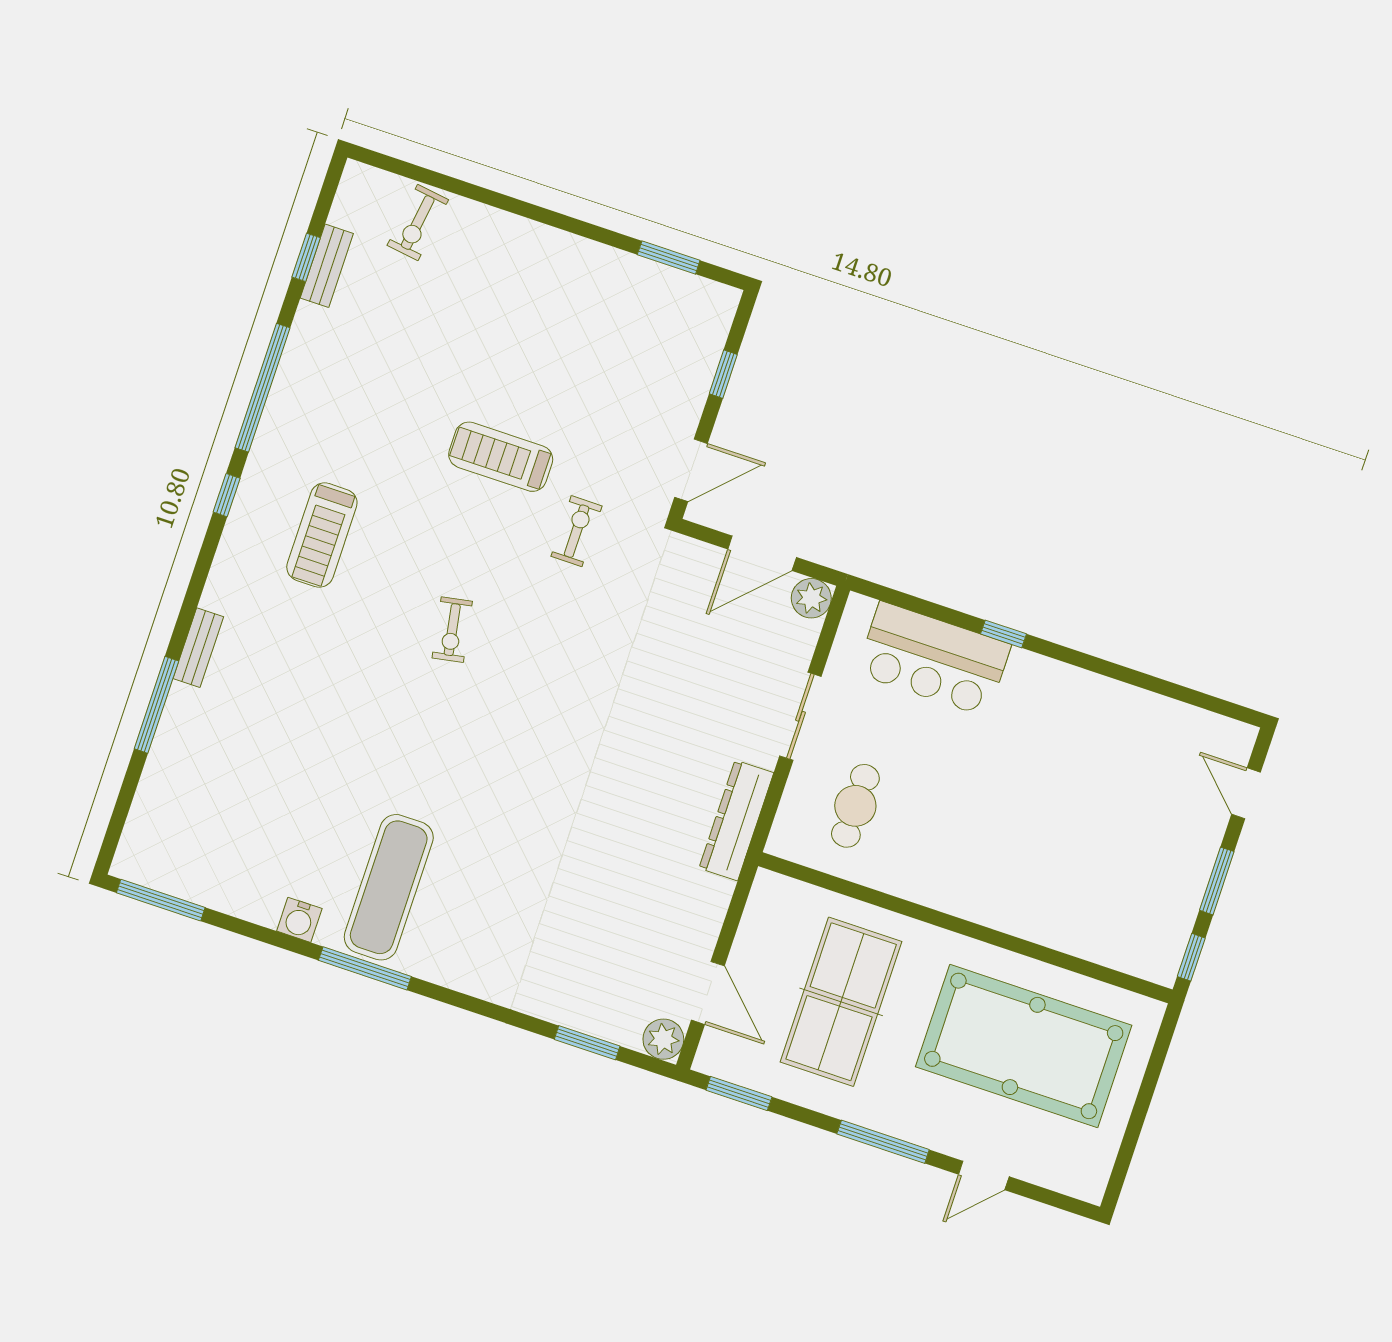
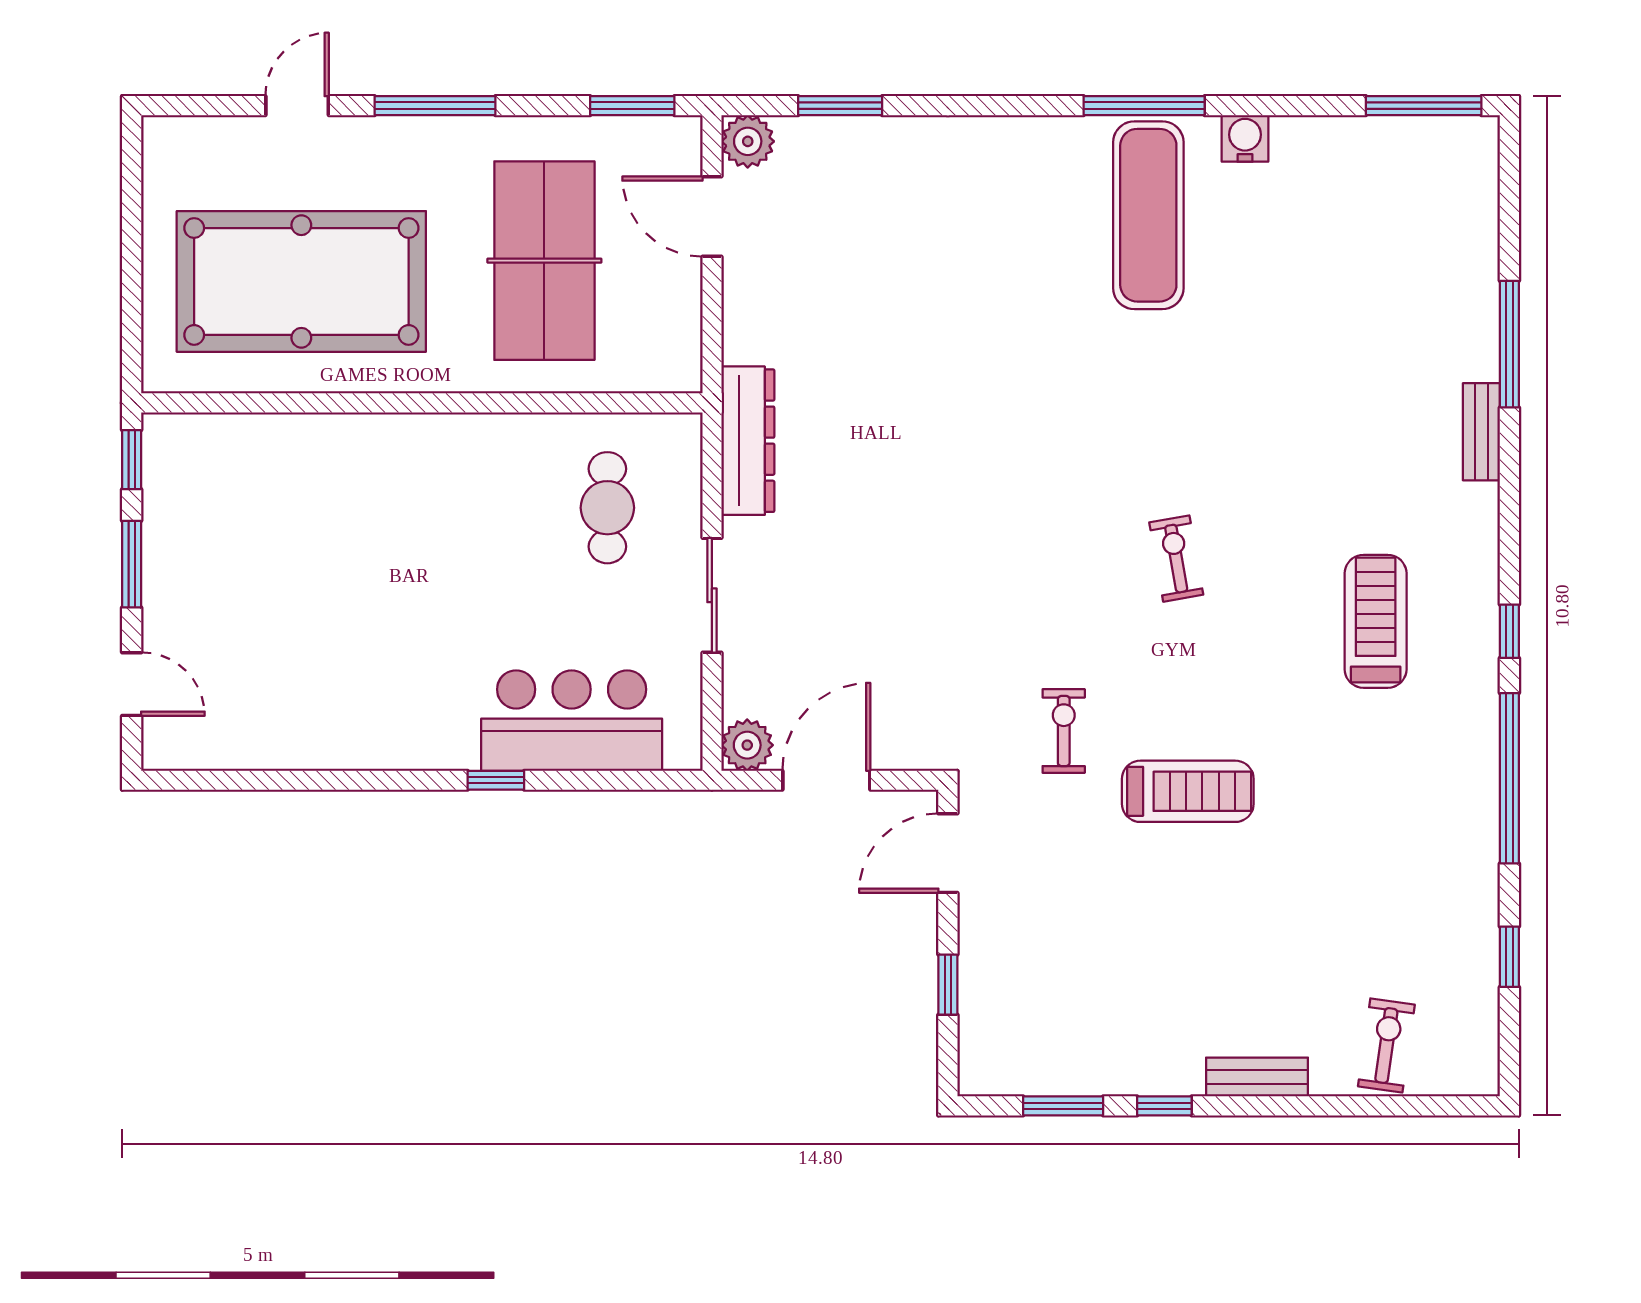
window: (595, 233) -> (1164, 1106), added
bench: (327, 266) -> (1257, 1077), moved, turned 90
exercise bike: (577, 531) -> (1064, 731), turned 180

